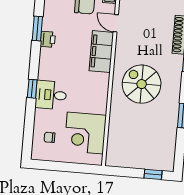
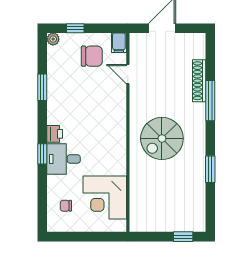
printer: (48, 39) -> (55, 134), moved
filing cabinet: (101, 52) -> (115, 107), removed
spiral stairs: (142, 84) -> (162, 138), turned -90

